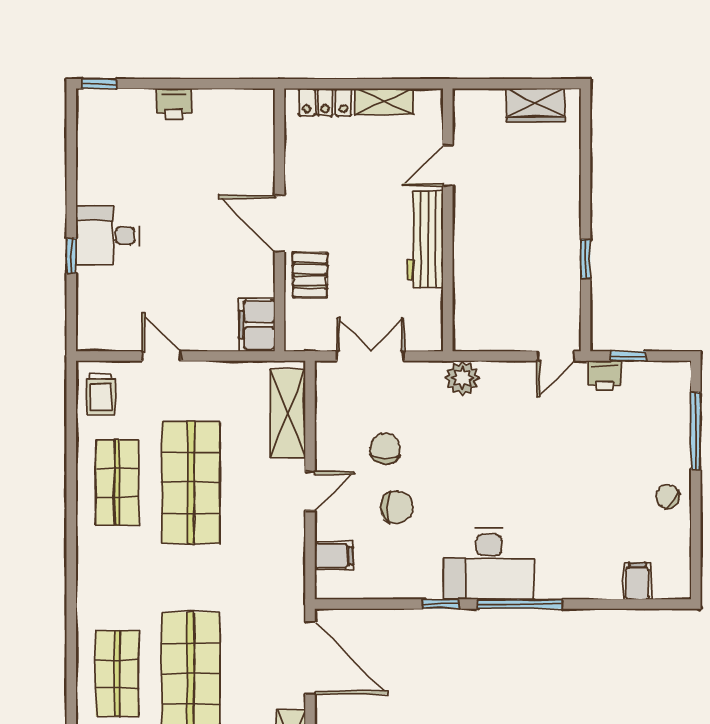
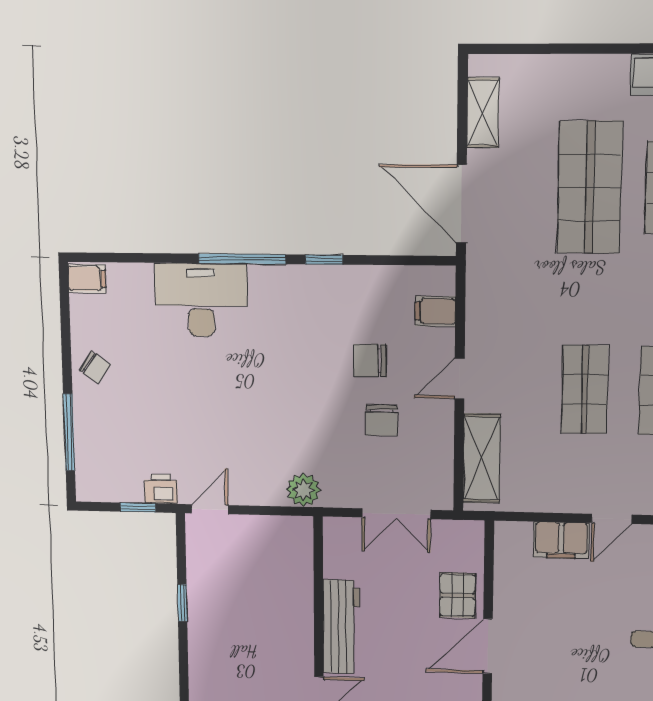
door: (279, 224) -> (488, 646), swing flipped
filing cabinet: (257, 325) -> (561, 540), moved, turned 90
door: (161, 356) -> (612, 519), hinge flipped
shop shelf: (191, 482) -> (585, 389), width x0.70, depth x0.74
desk: (489, 564) -> (201, 300), moved
filing cabinet: (637, 581) -> (87, 279), moved, turned -90

